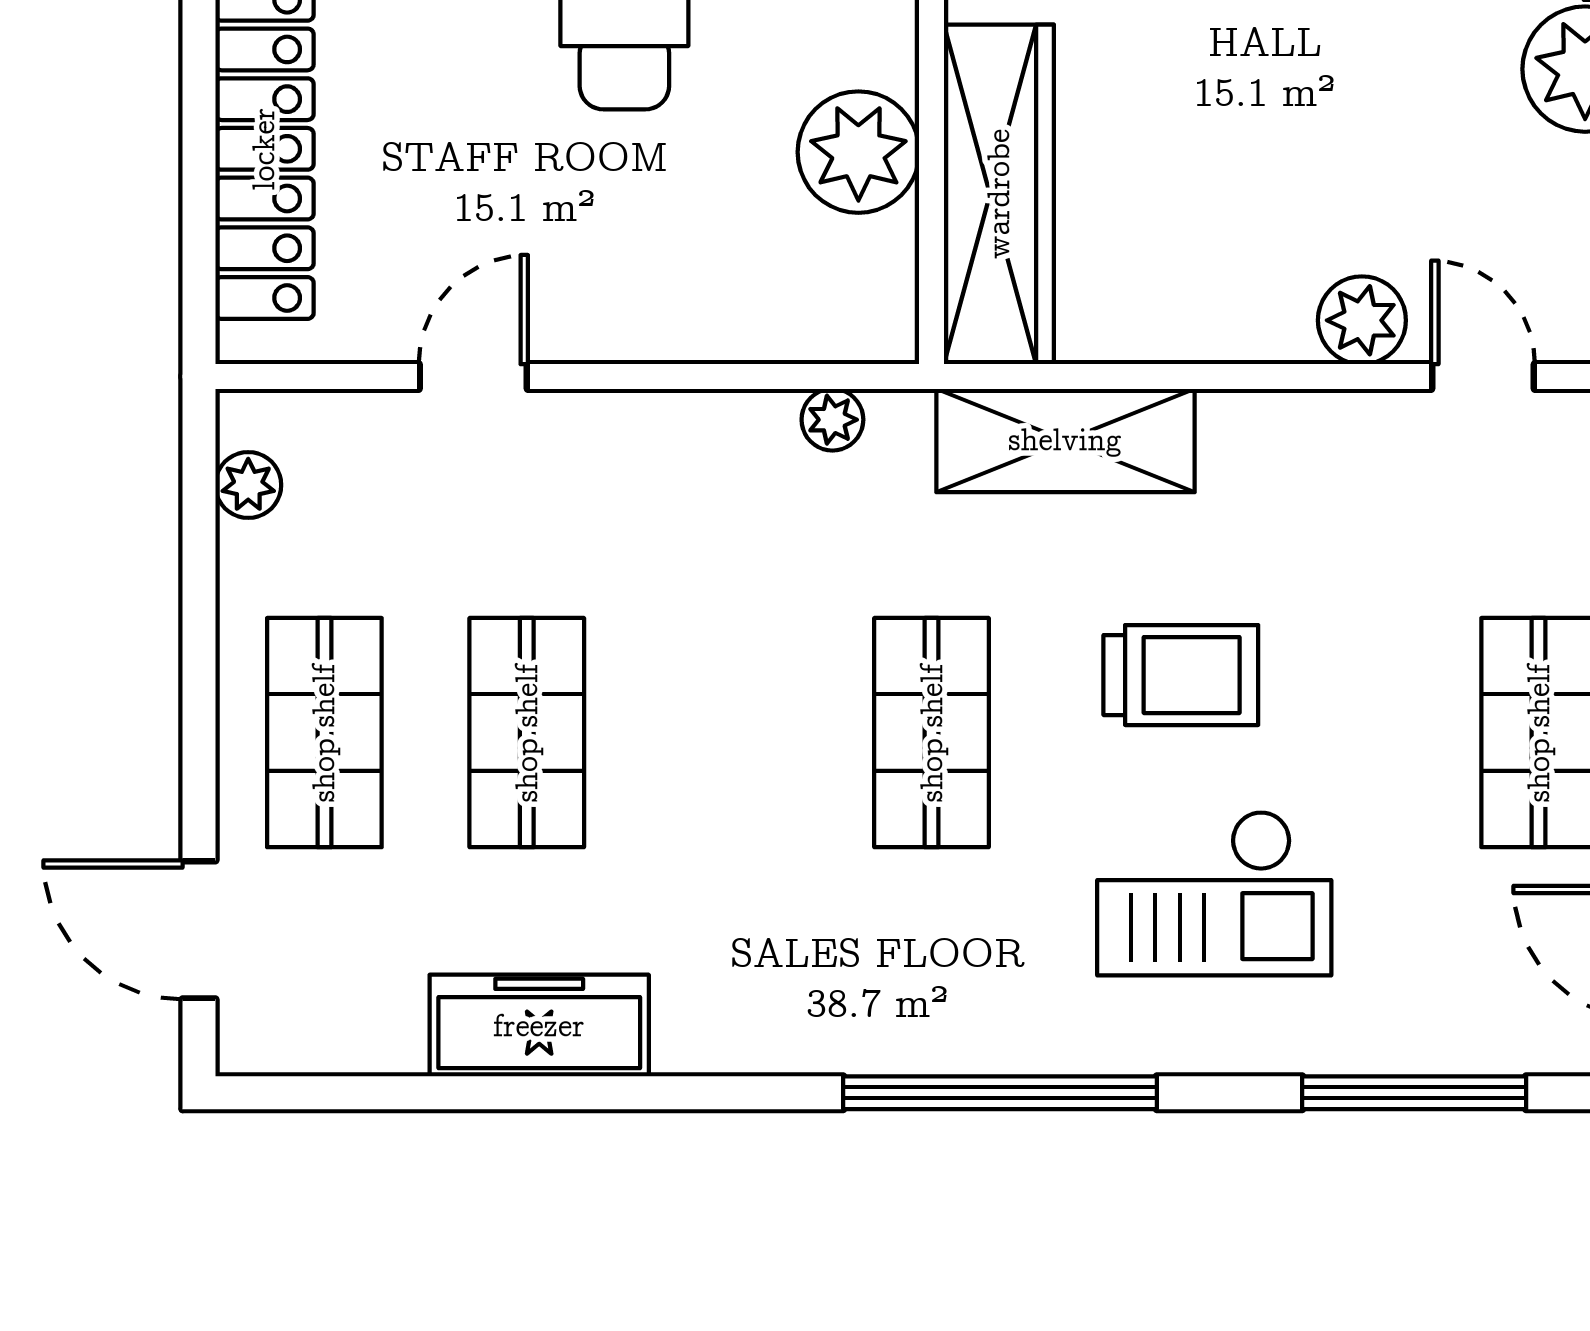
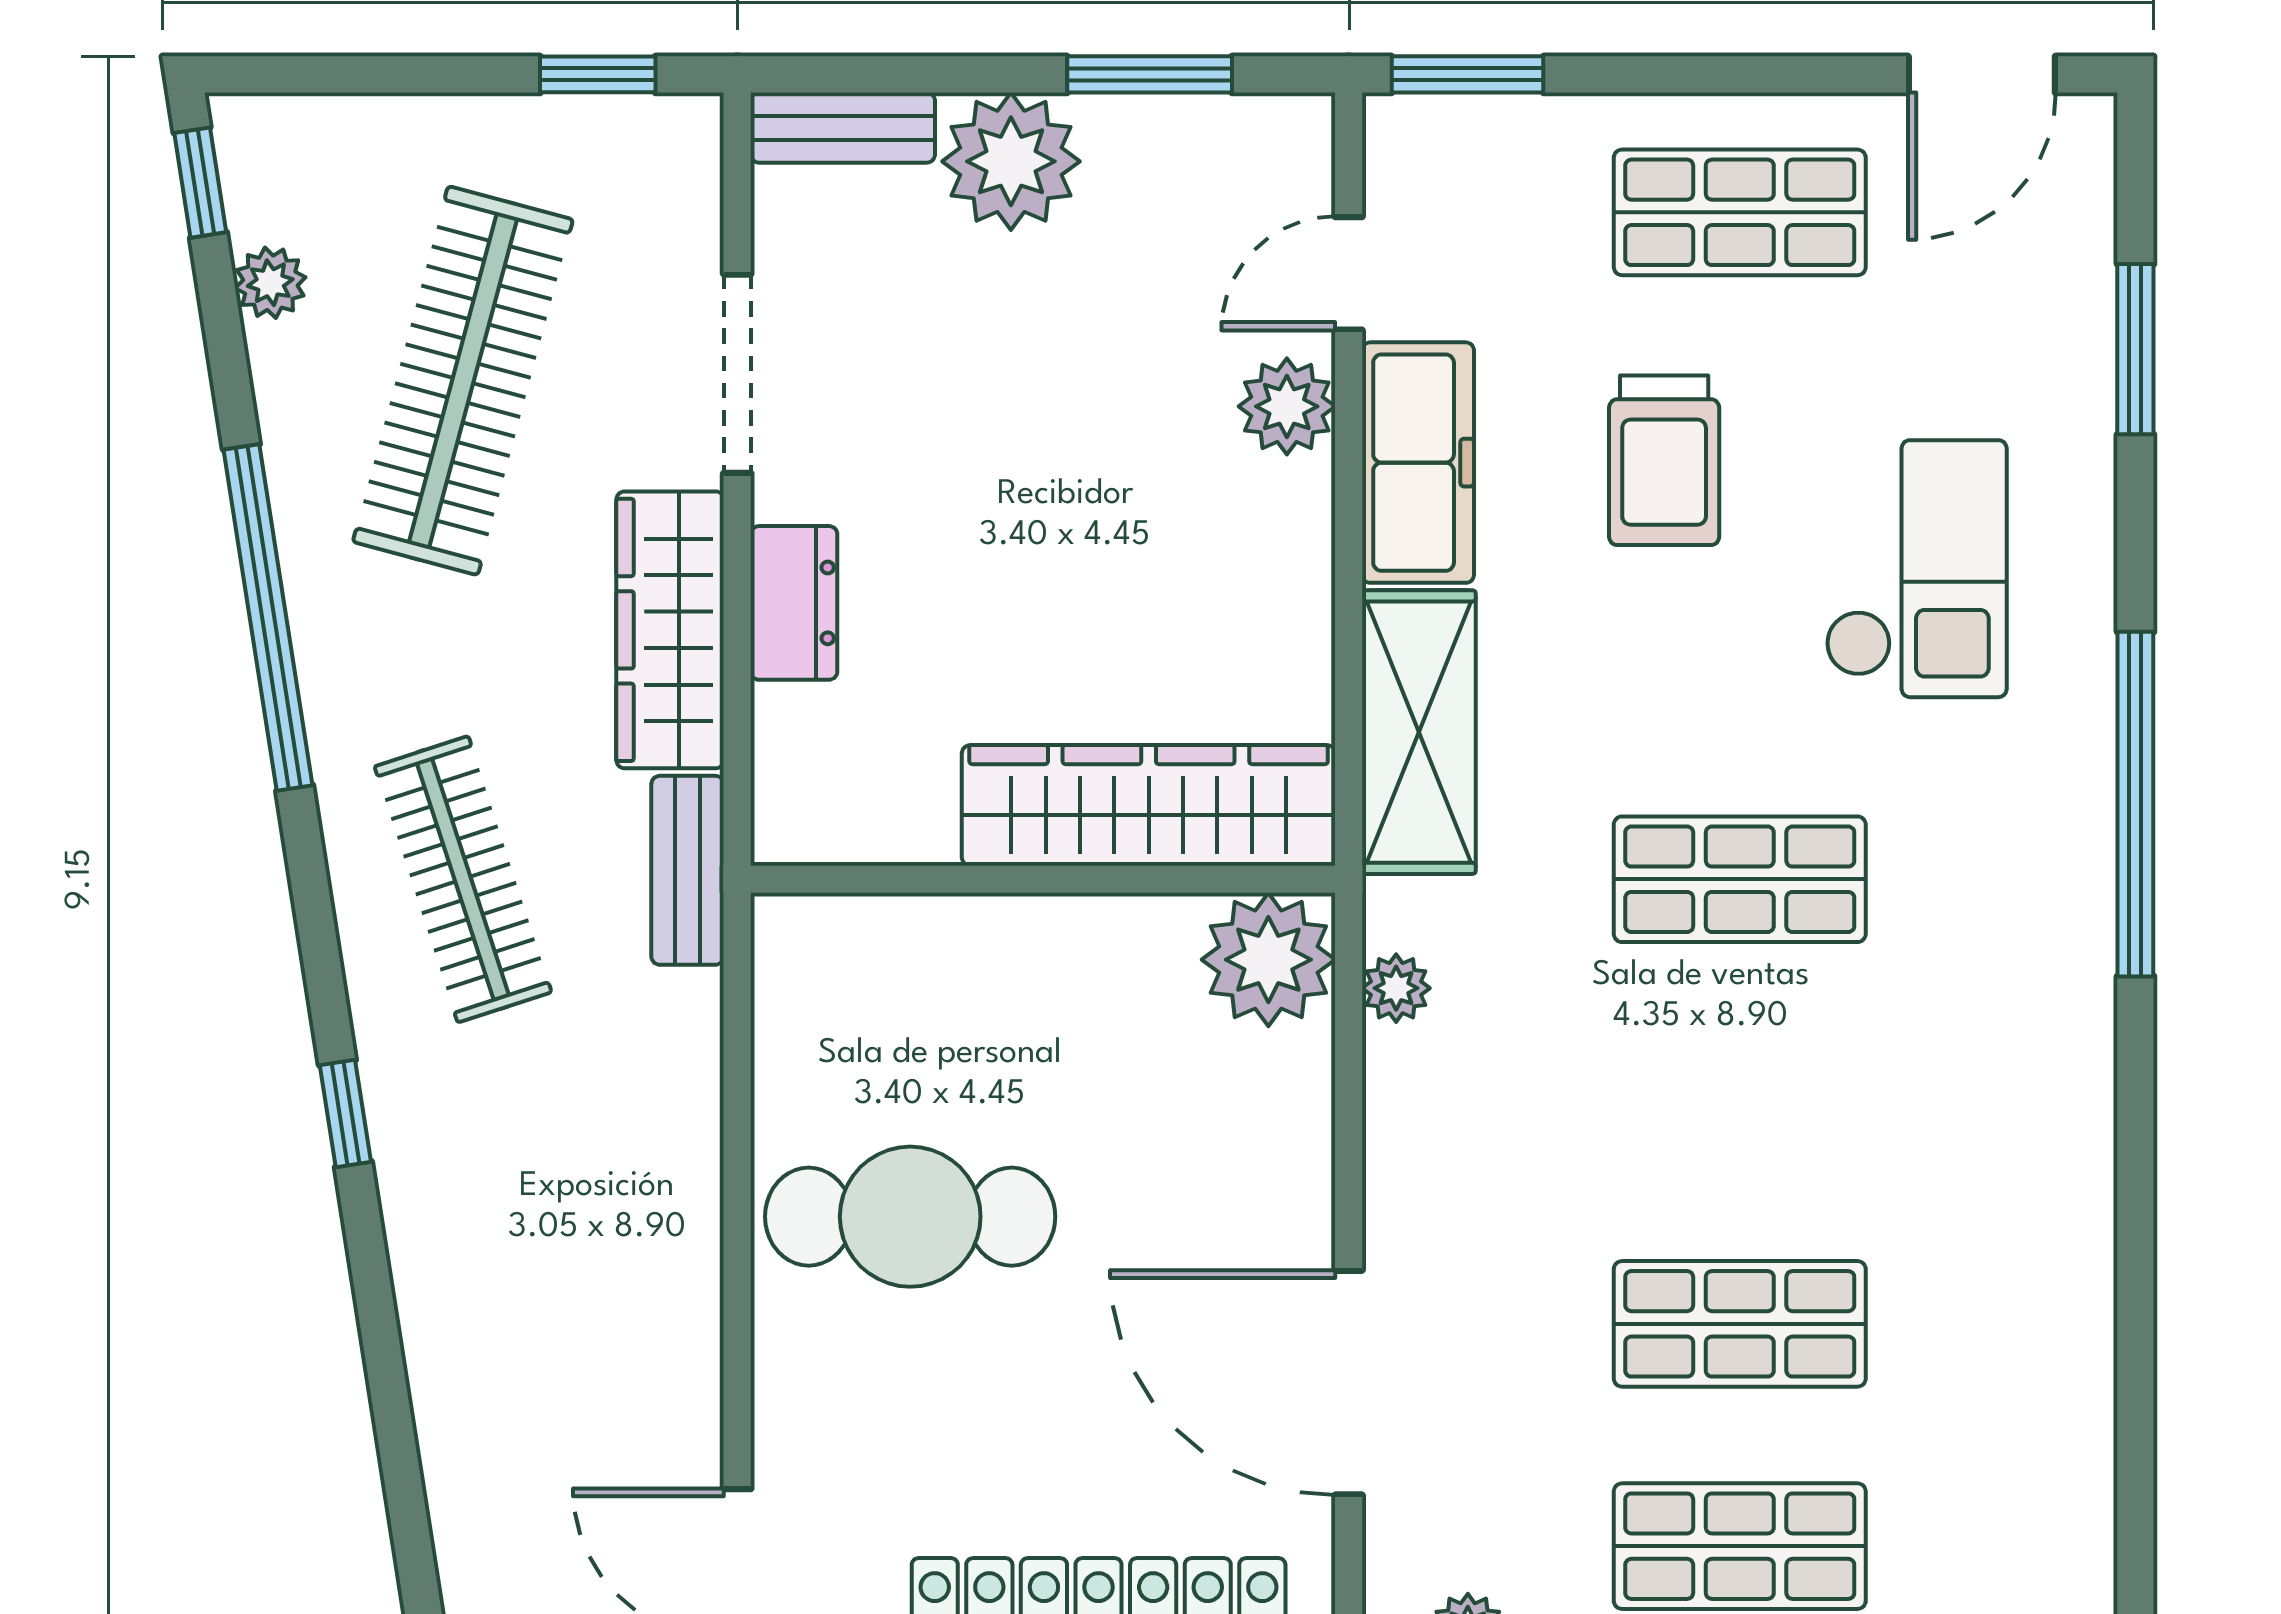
plant: (858, 152) -> (1268, 960), moved
door: (473, 377) -> (1349, 1383), width x1.87
trolley: (1181, 675) -> (1664, 460), moved, turned 180
freezer: (539, 1026) -> (1418, 463), moved, turned 180
window: (1414, 1093) -> (2135, 349), width x0.69

